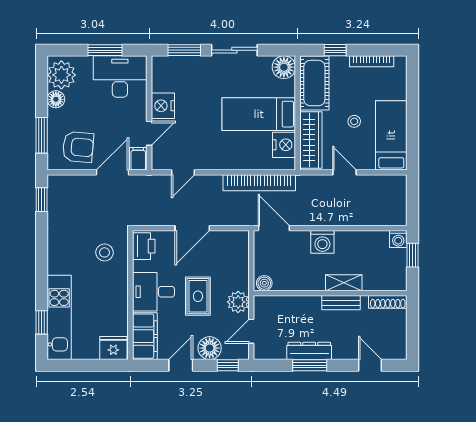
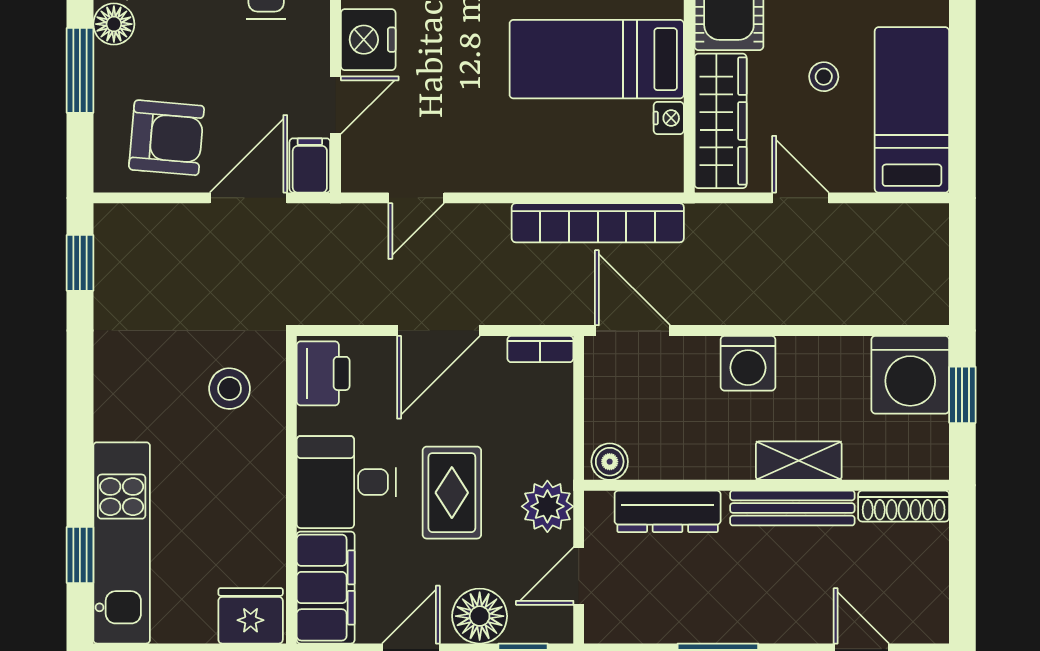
window: (42, 135) -> (80, 70), moved
nightstand: (284, 145) -> (669, 118), width x0.53, depth x0.56
bookcase: (235, 236) -> (540, 349), added
washing machine: (398, 239) -> (910, 375), width x1.89, depth x1.89
bench: (341, 303) -> (792, 508), width x1.36
dresser: (309, 351) -> (668, 511), moved, turned 180

